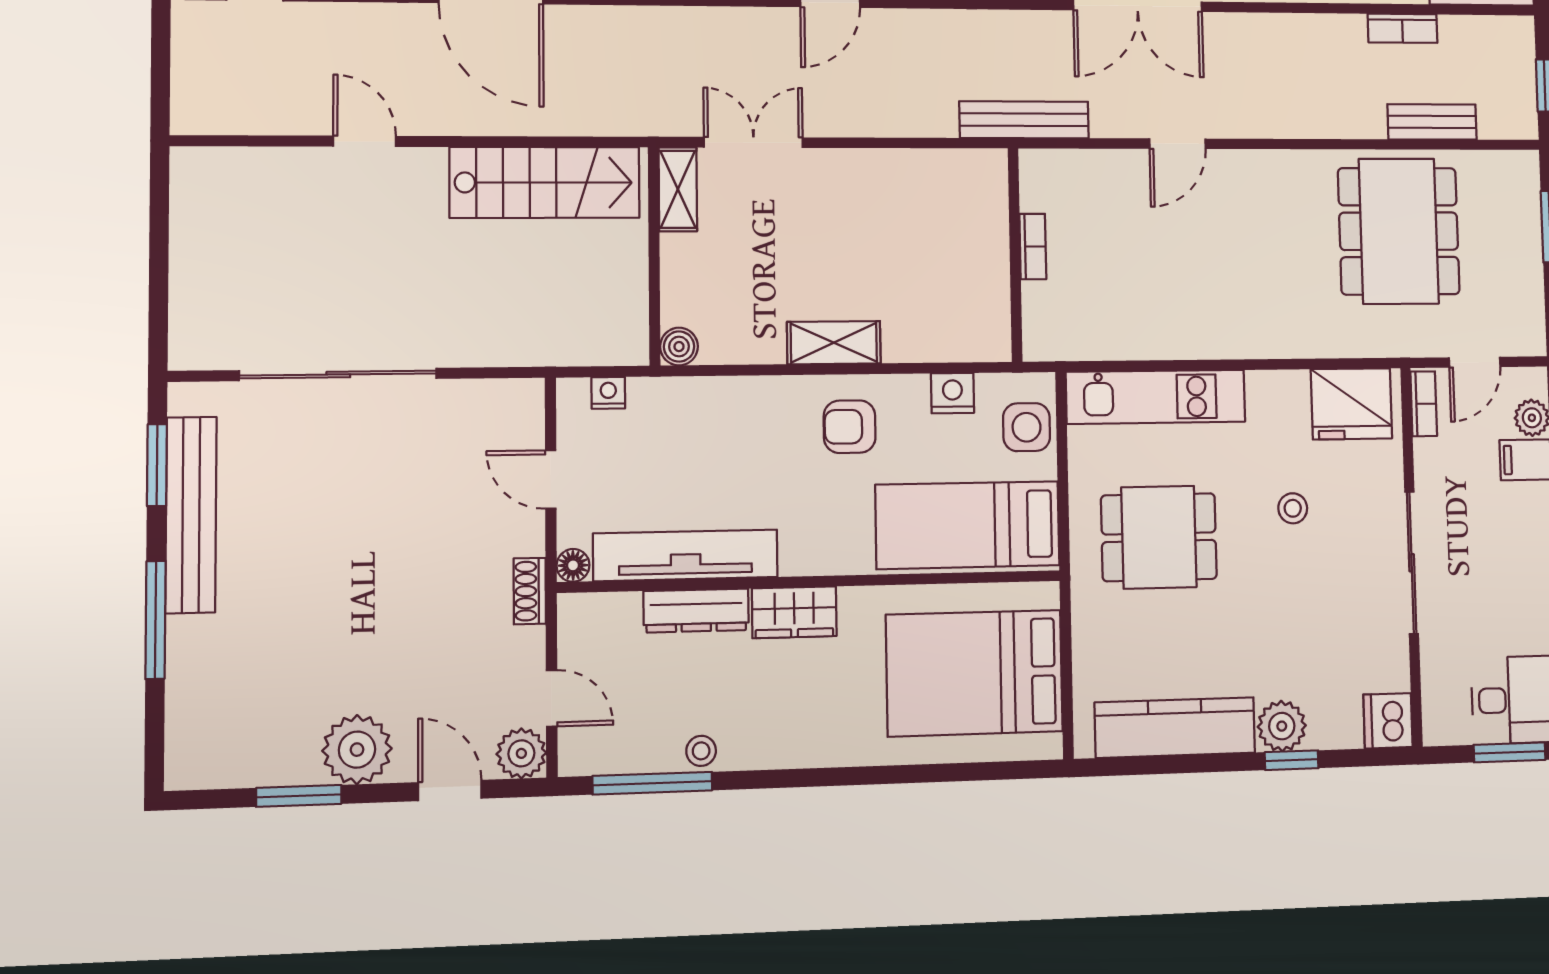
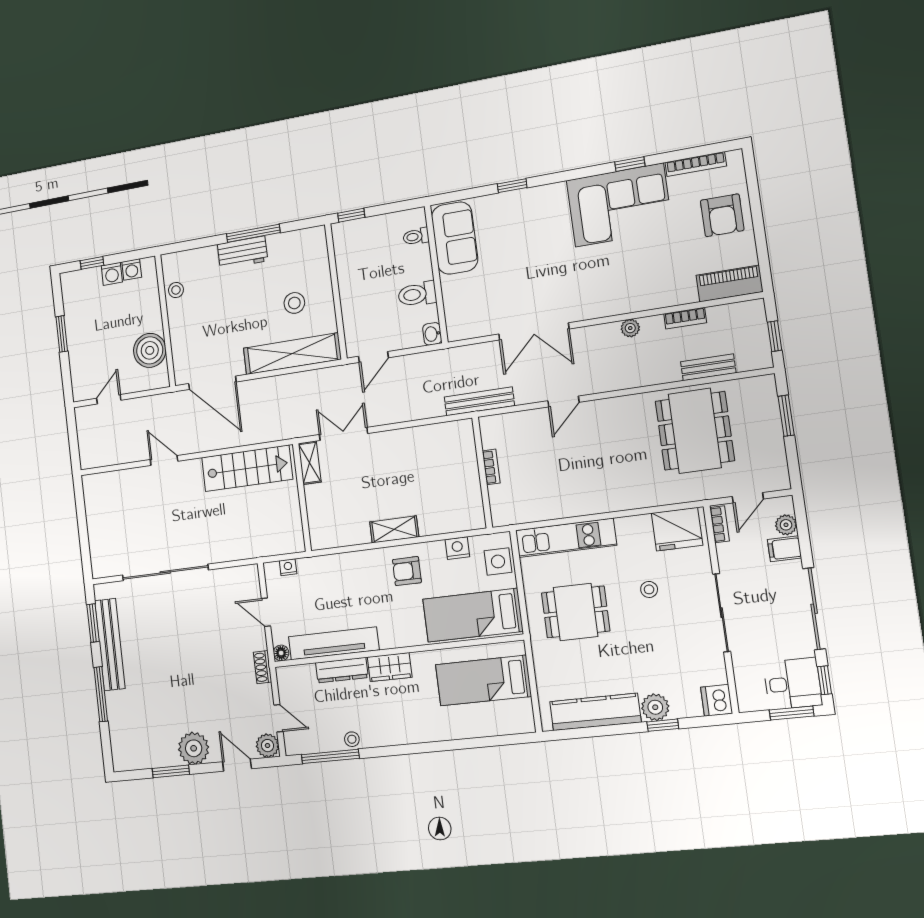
plant: (1308, 30) -> (630, 328), added
boiler: (679, 347) -> (319, 541), removed
bed: (975, 673) -> (483, 680), width x0.67

